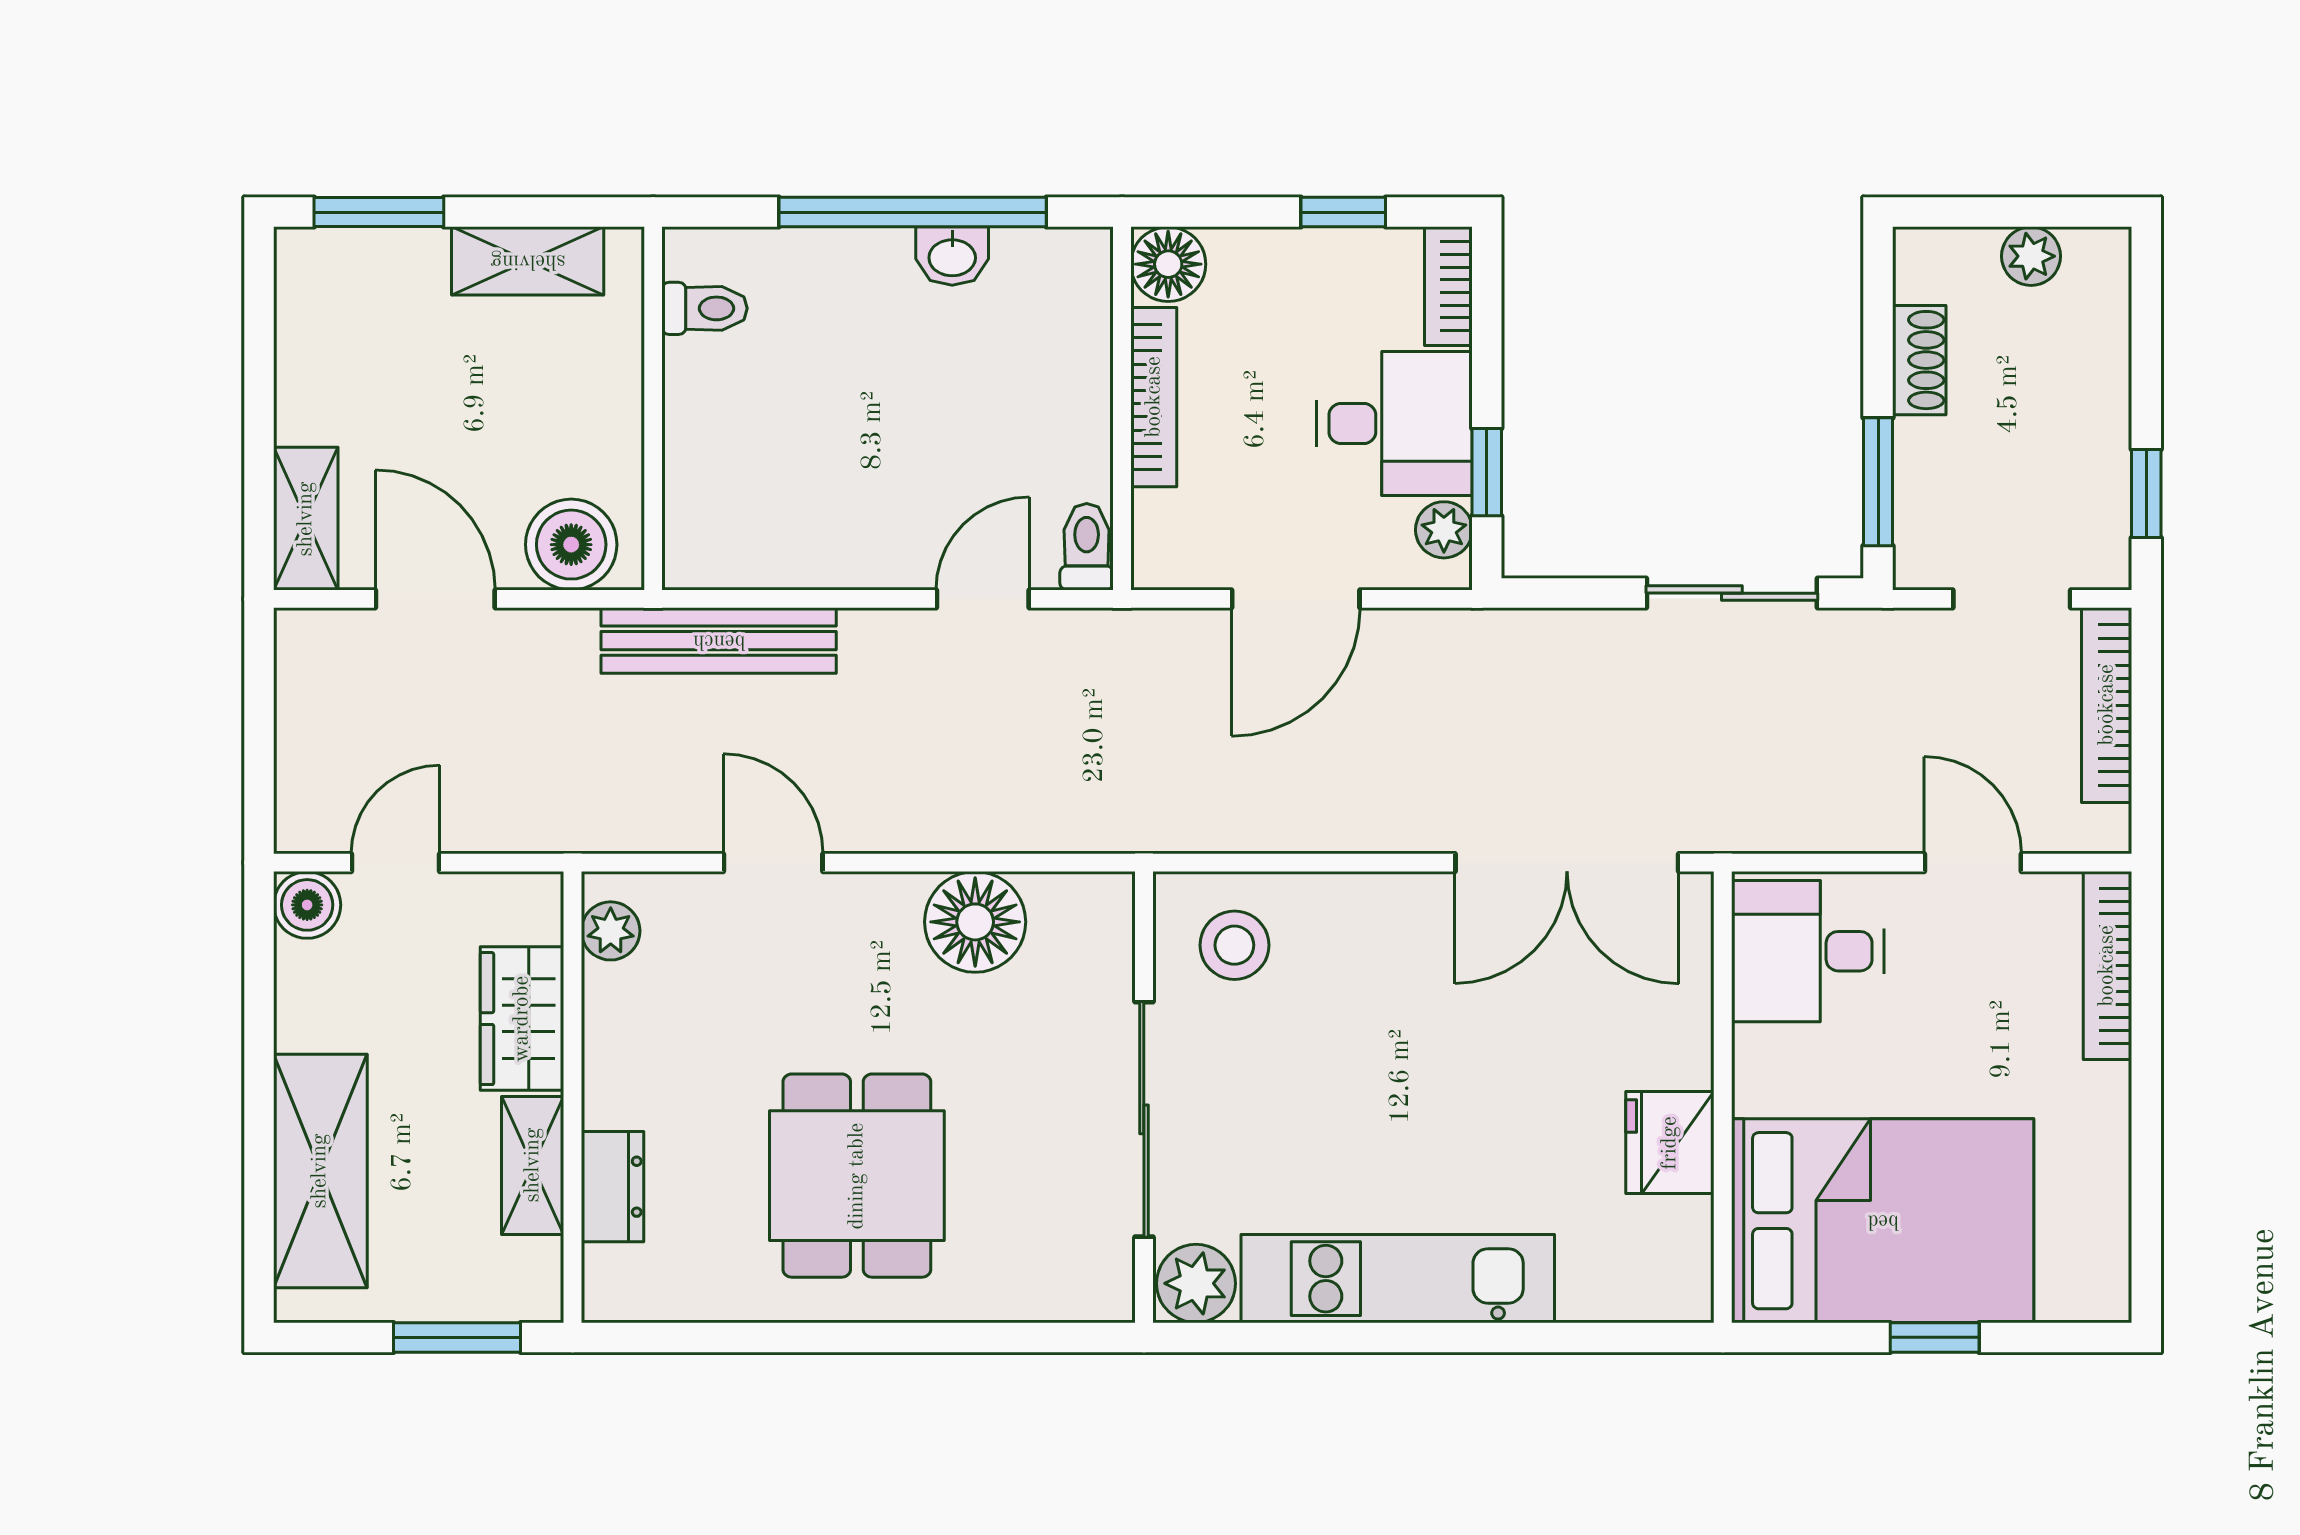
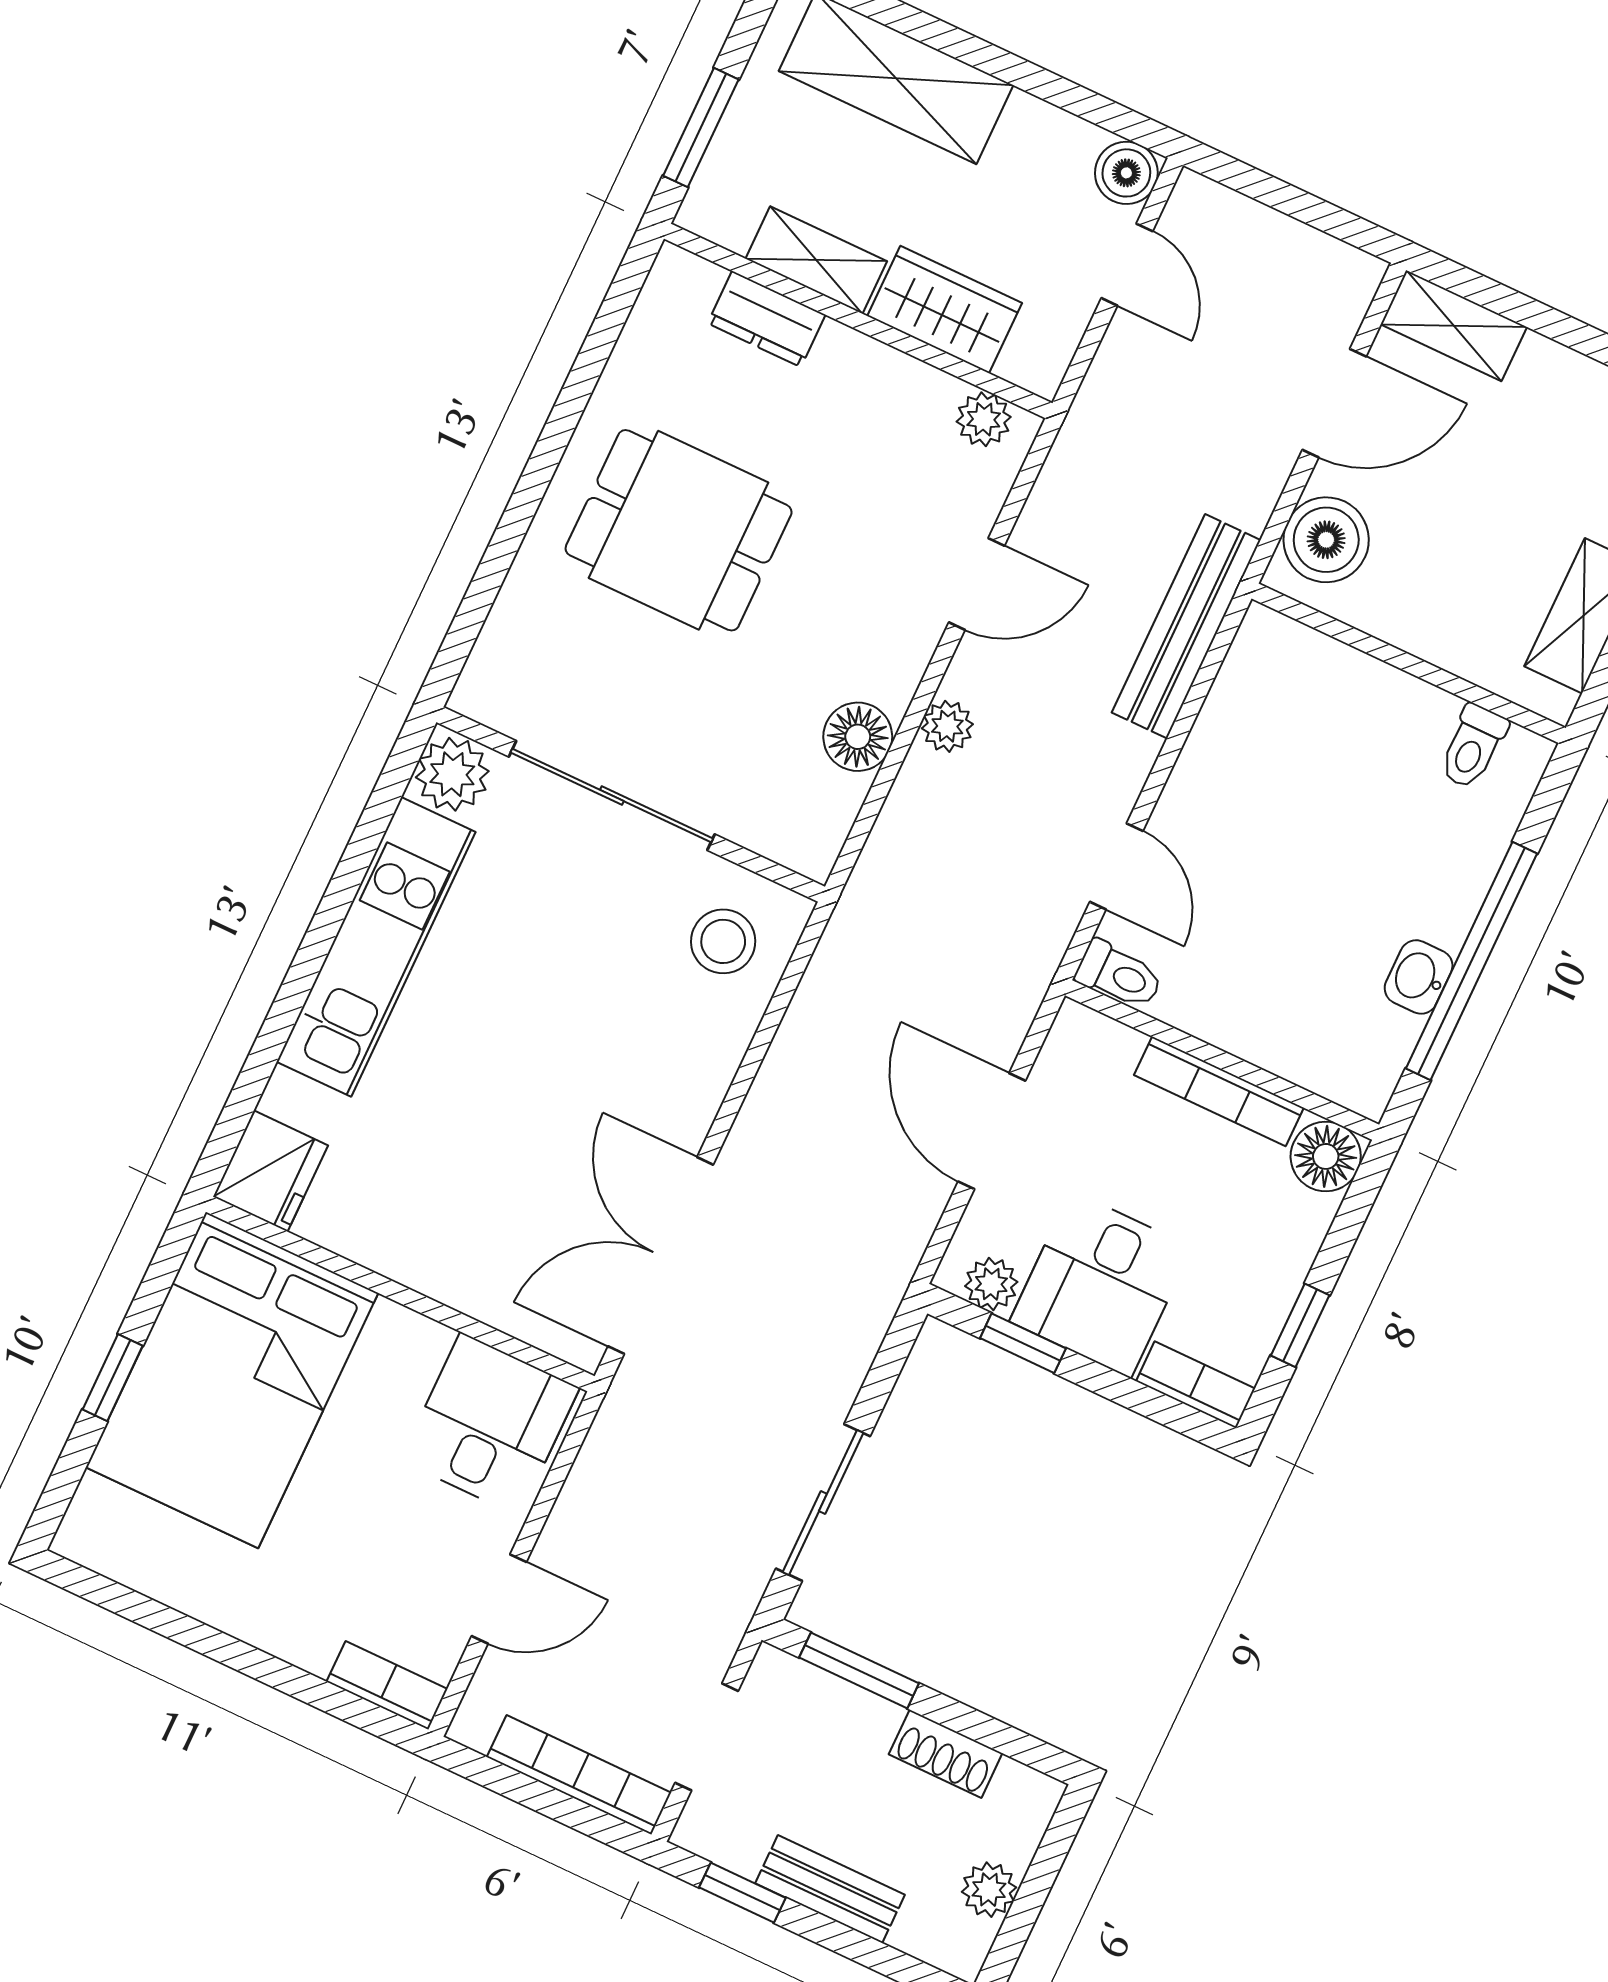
bench: (2103, 410) -> (830, 1889), added
plant: (924, 826) -> (947, 726), added
floor lamp: (975, 922) -> (858, 737), width x0.73, depth x0.73
bookcase: (2107, 966) -> (387, 1685), width x0.64
fridge: (1670, 1143) -> (270, 1171), moved, turned 90

